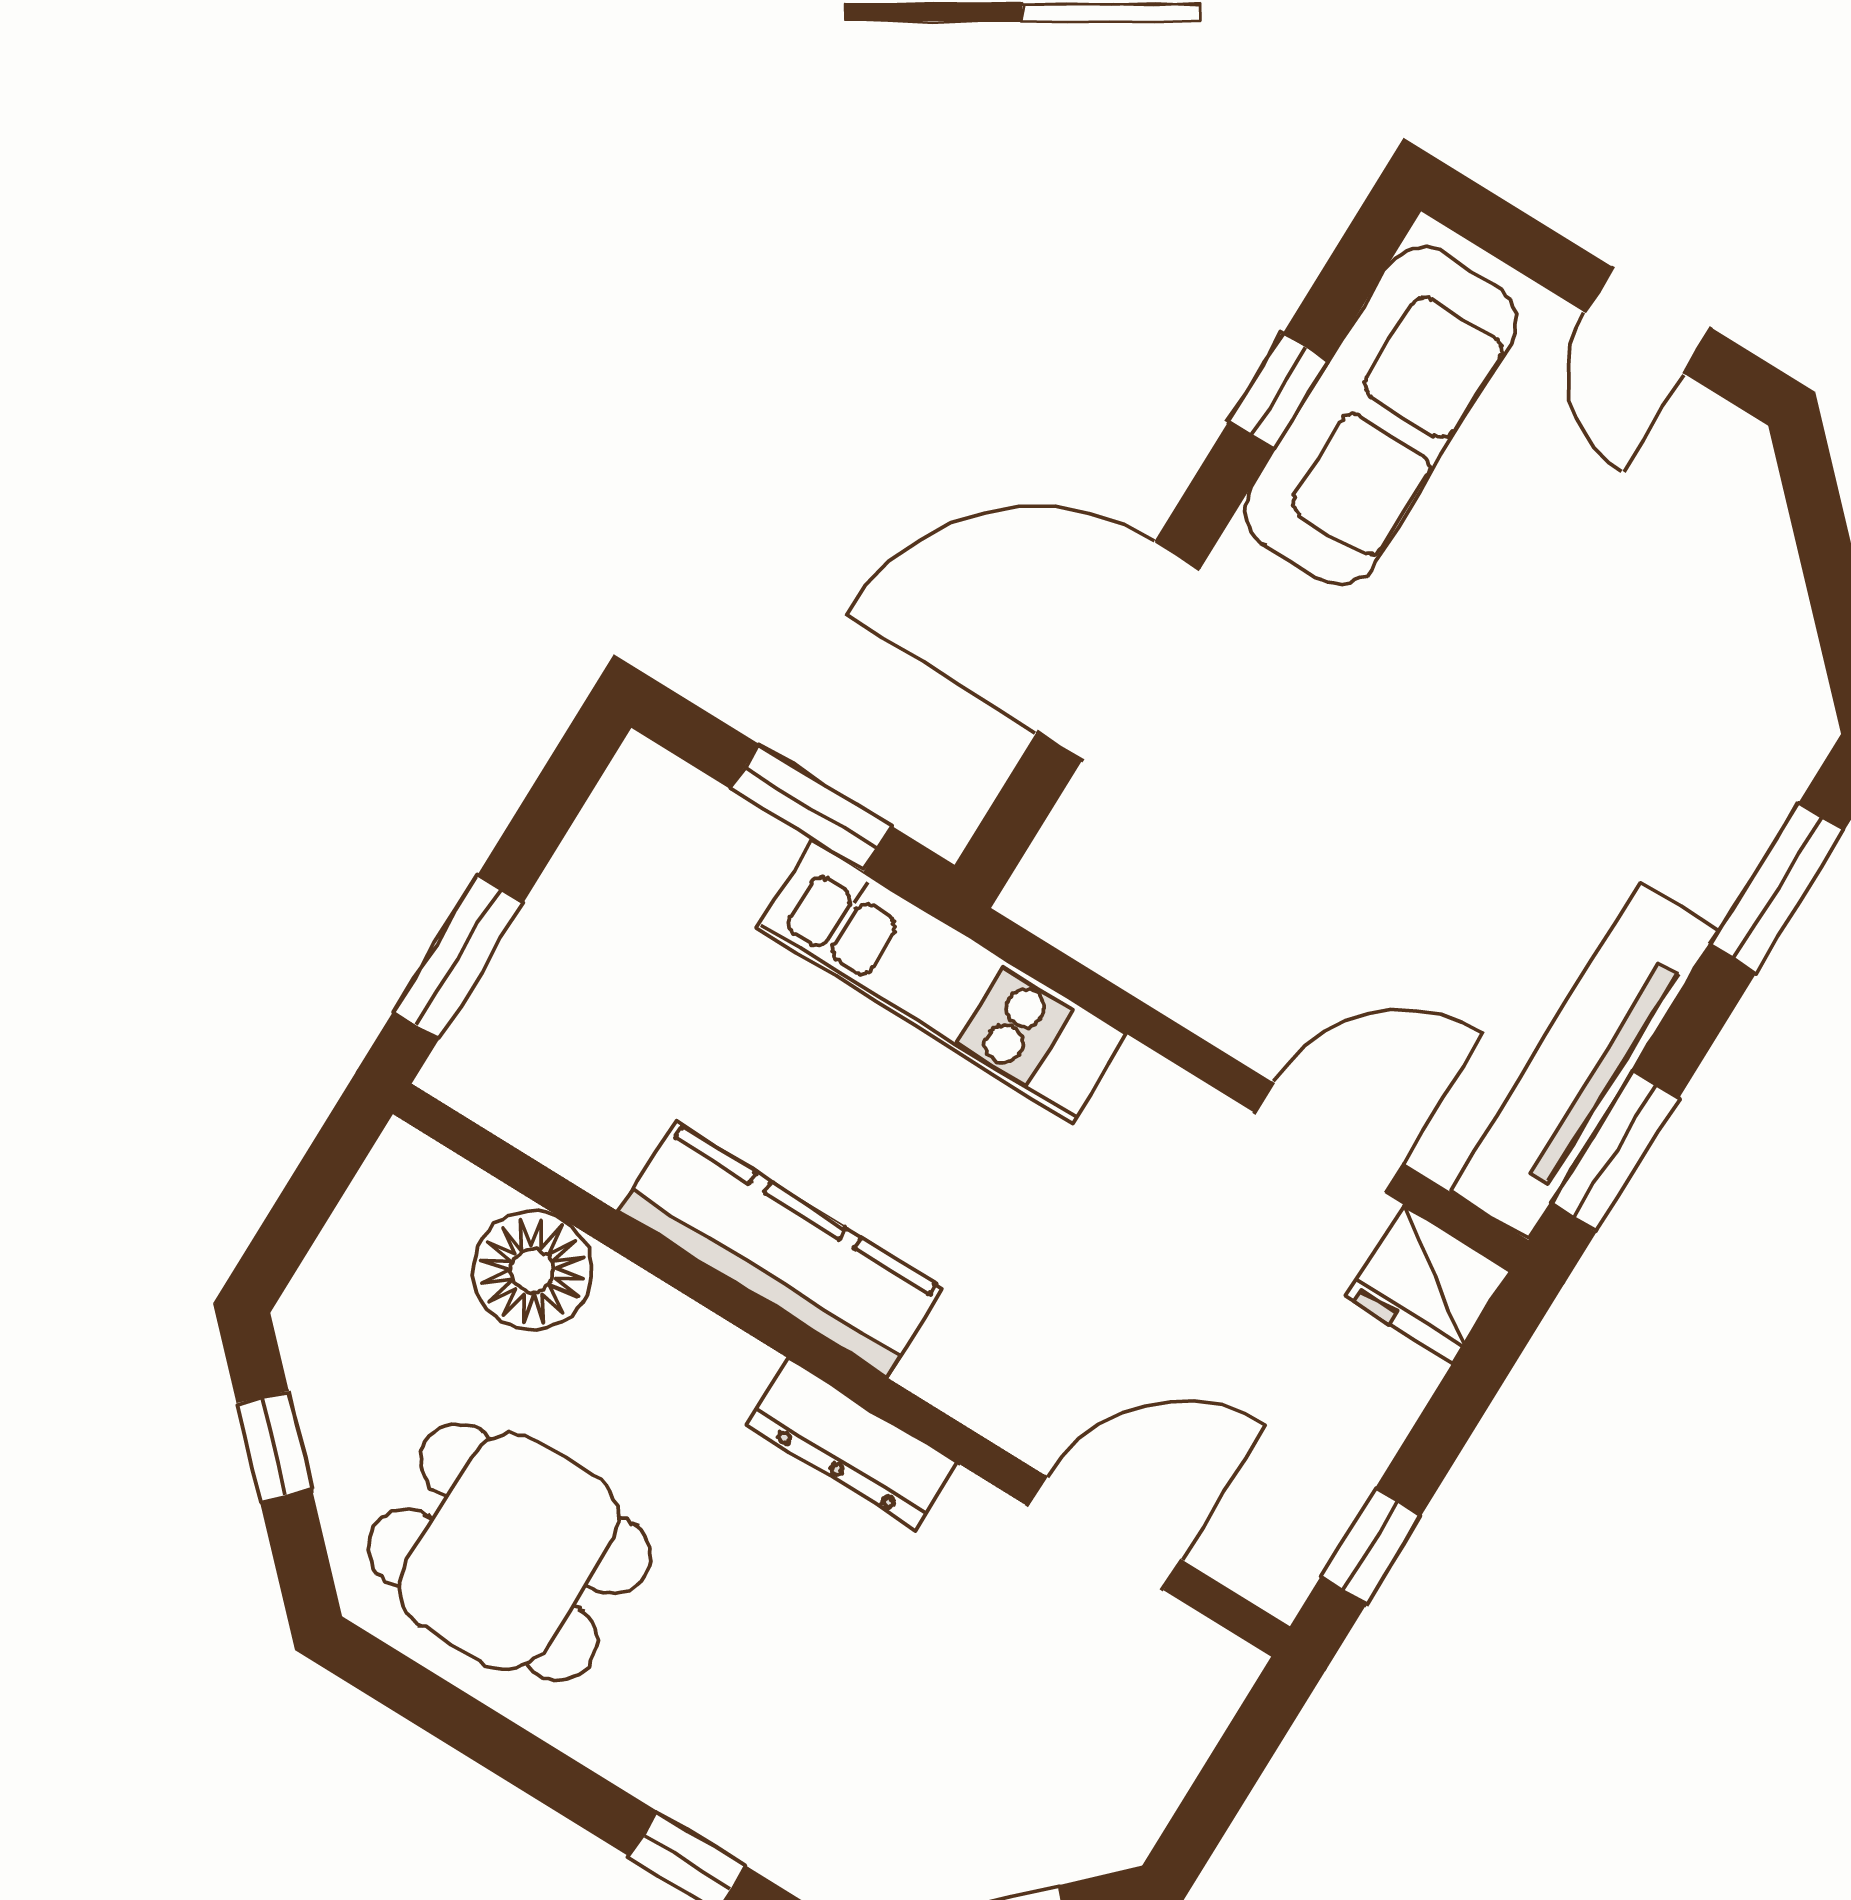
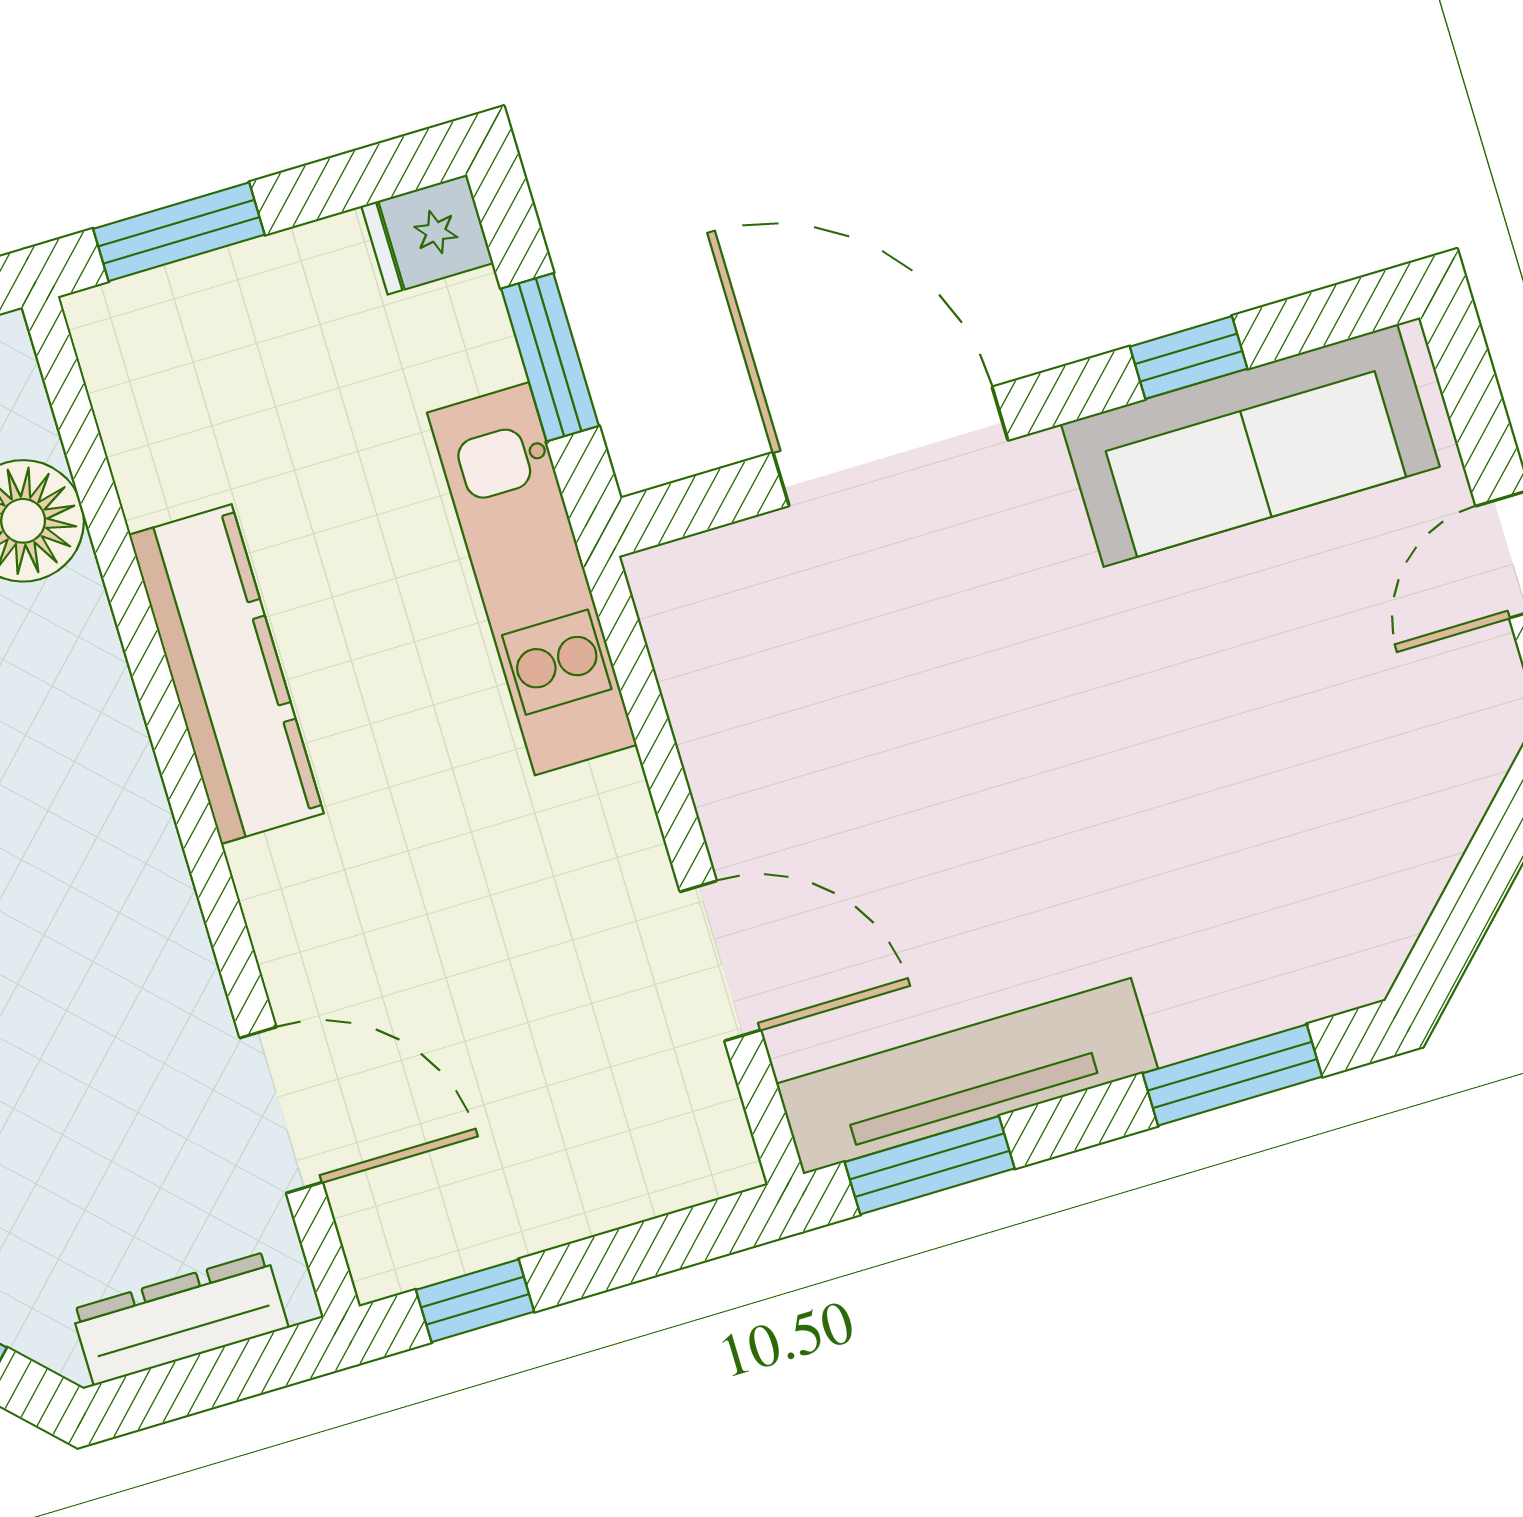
fridge: (1428, 1283) -> (427, 234), moved, width x0.72
dresser: (852, 1444) -> (180, 1319), moved, turned 90

